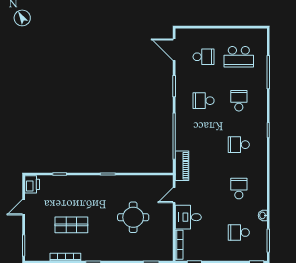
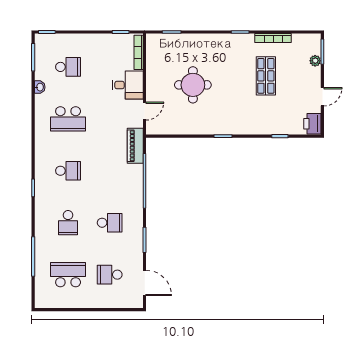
school desk: (239, 189) -> (68, 119), width x1.85
shop shelf: (71, 225) -> (266, 76), turned 90
plant: (30, 238) -> (315, 61), added

